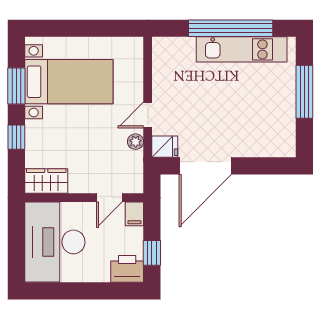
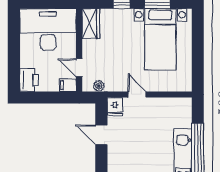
plant: (136, 142) -> (99, 86), moved
door: (205, 166) -> (101, 135), width x0.53
window: (152, 253) -> (40, 97), removed

